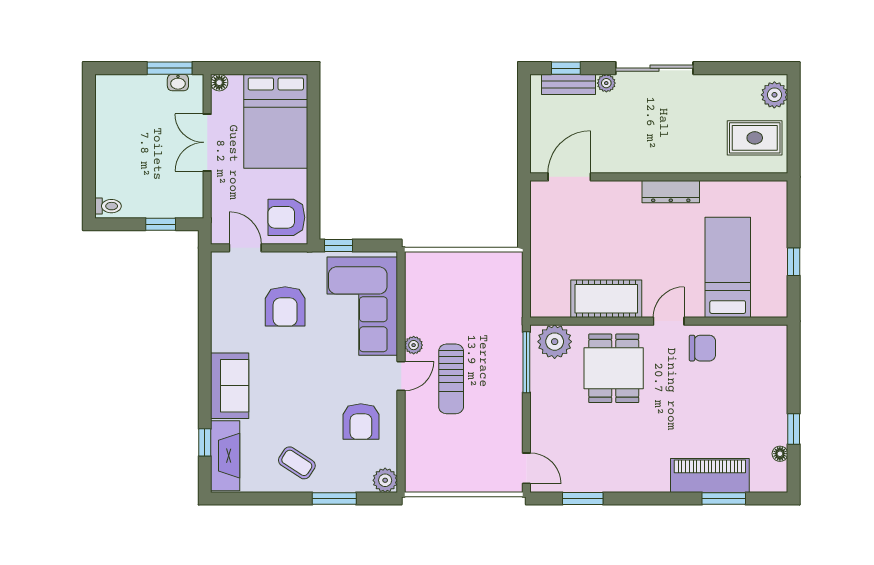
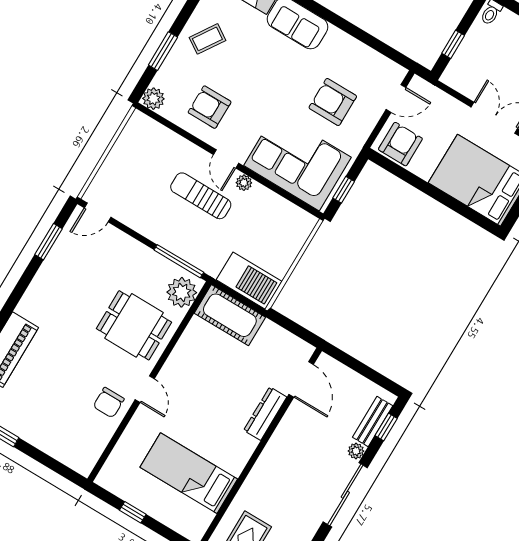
dresser: (671, 192) -> (265, 414), moved
window: (339, 245) -> (344, 190), moved
bed: (728, 267) -> (189, 473), moved, turned 180
barbecue: (504, 284) -> (249, 281), added
cot: (606, 299) -> (230, 315), moved, turned 90

